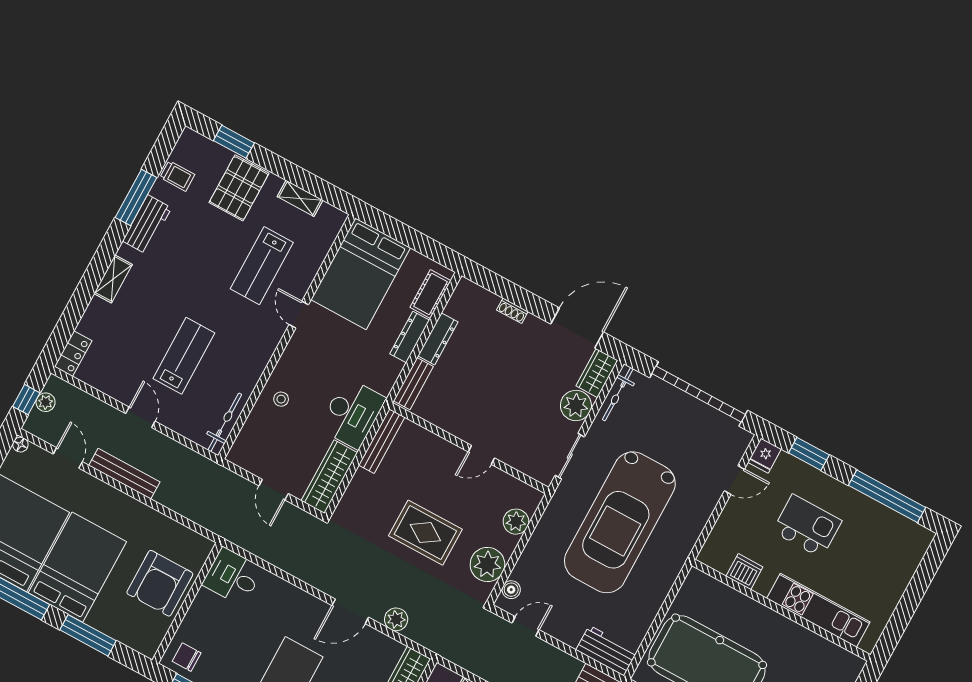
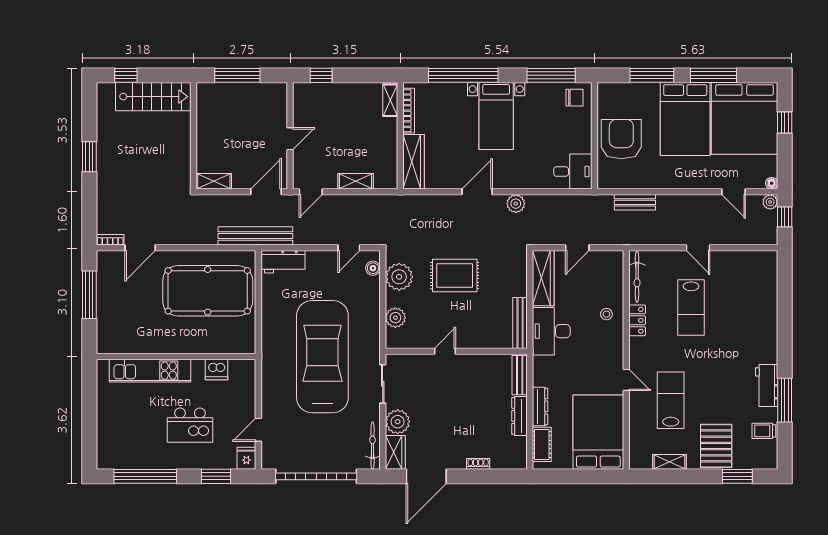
shelving: (113, 279) -> (770, 334), removed
locker: (73, 354) -> (637, 320), moved, turned 180
plant: (46, 402) -> (770, 202), moved
bench: (124, 474) -> (635, 202), moved, width x0.73
door: (274, 490) -> (577, 248), swing flipped
plant: (396, 619) -> (516, 204), moved

